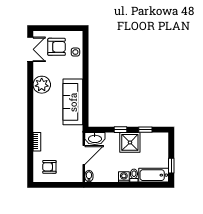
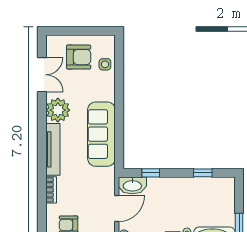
double door: (30, 49) -> (42, 75), moved
tv unit: (38, 113) -> (53, 149), added
window: (121, 130) -> (151, 173), moved
shower: (130, 142) -> (181, 191), removed

